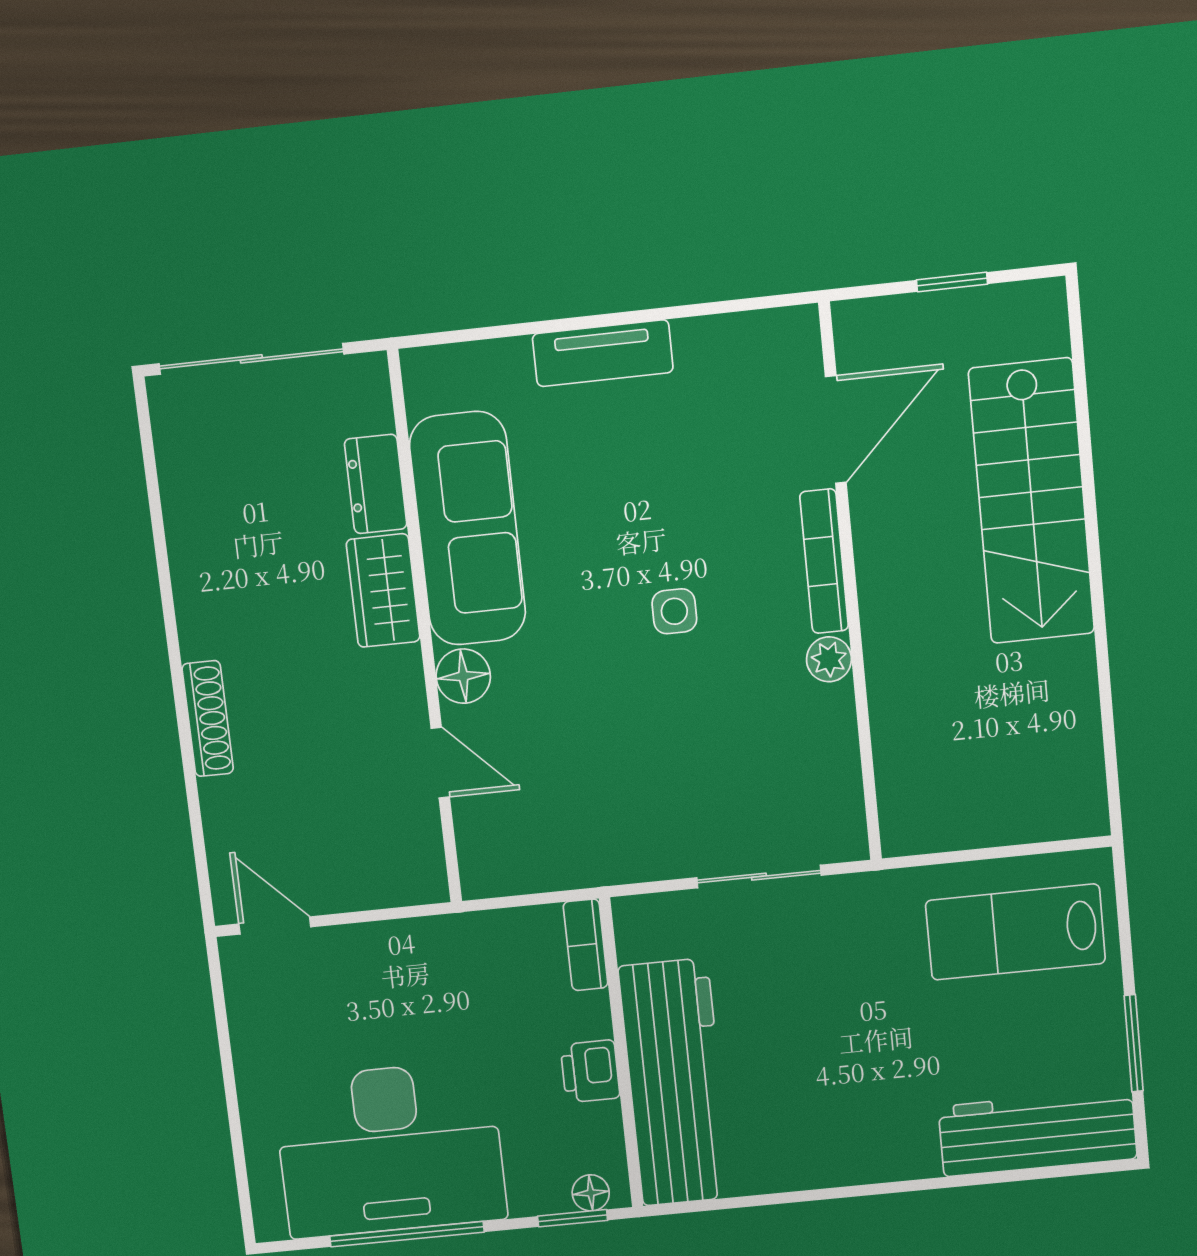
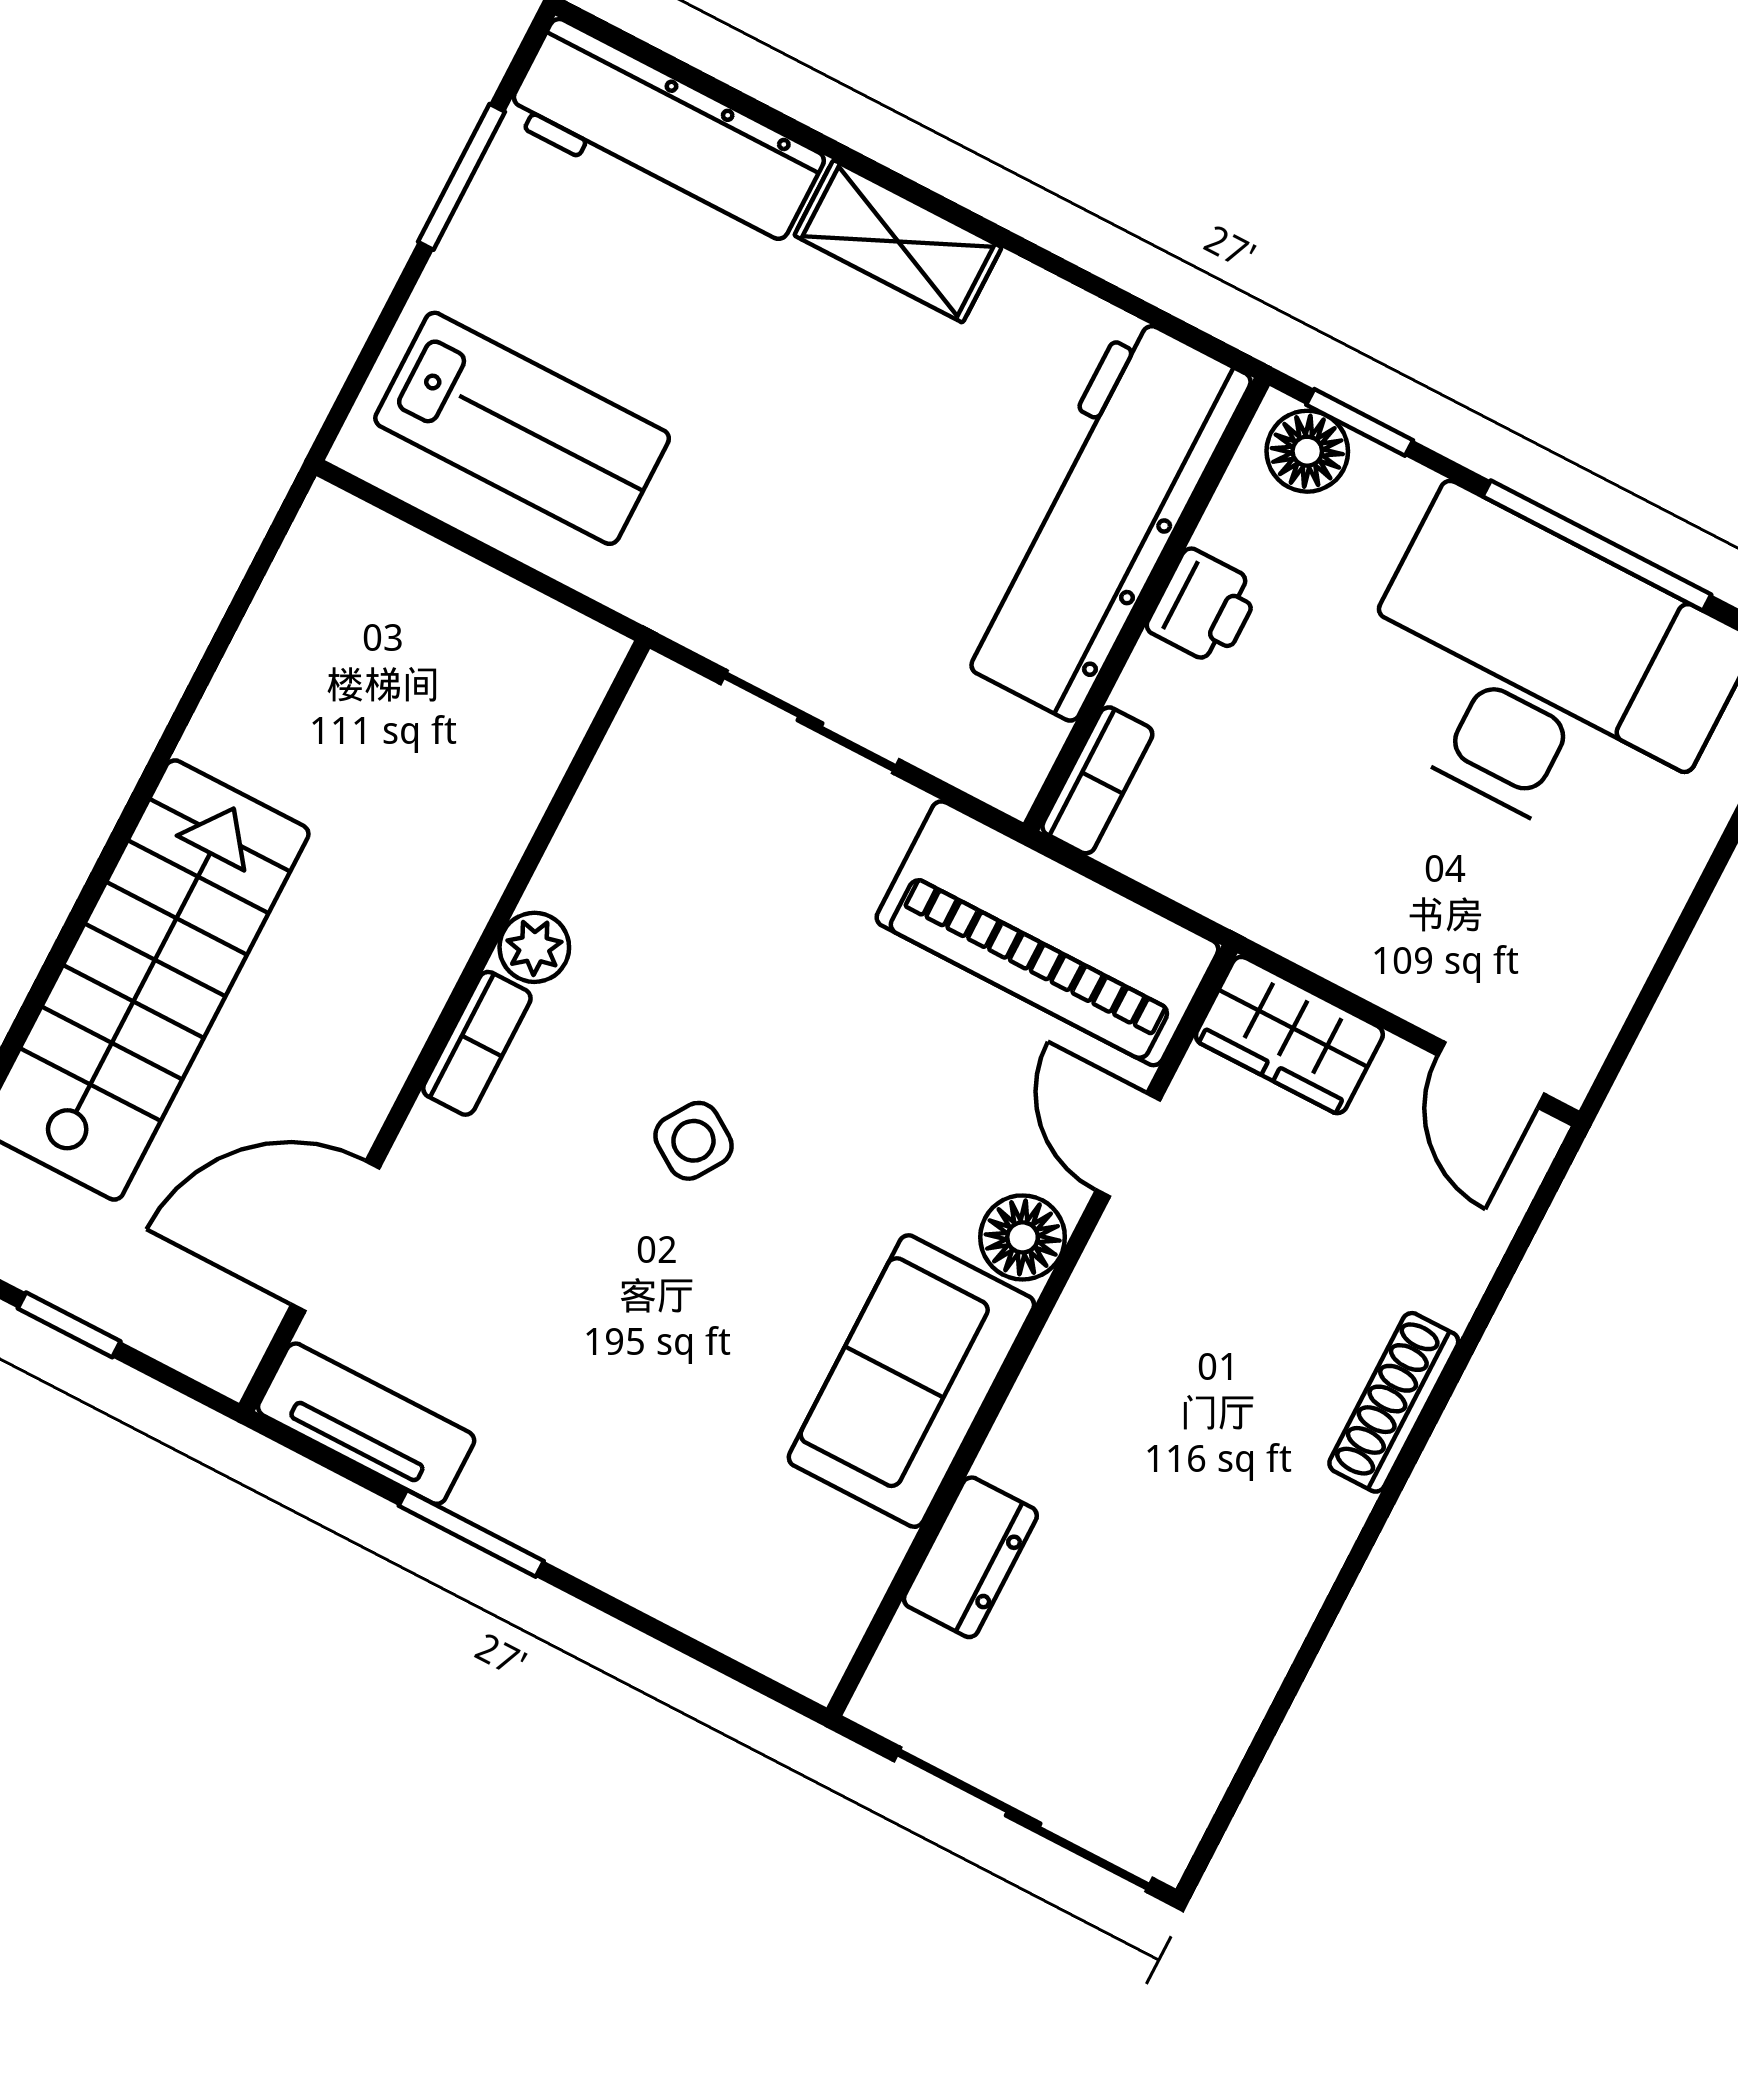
window: (655, 315) -> (471, 1533), added
tv unit: (603, 353) -> (366, 1424), moved
sofa: (468, 529) -> (911, 1381), width x0.73
bookcase: (824, 561) -> (477, 1043), width x0.64
wardrobe: (383, 591) -> (1289, 1035), moved, turned 90
side table: (674, 611) -> (693, 1141), turned 33
piano: (558, 847) -> (1047, 933), added
shelving: (878, 1157) -> (898, 241), added
floor lamp: (591, 1193) -> (1307, 451), width x1.37, depth x1.37

